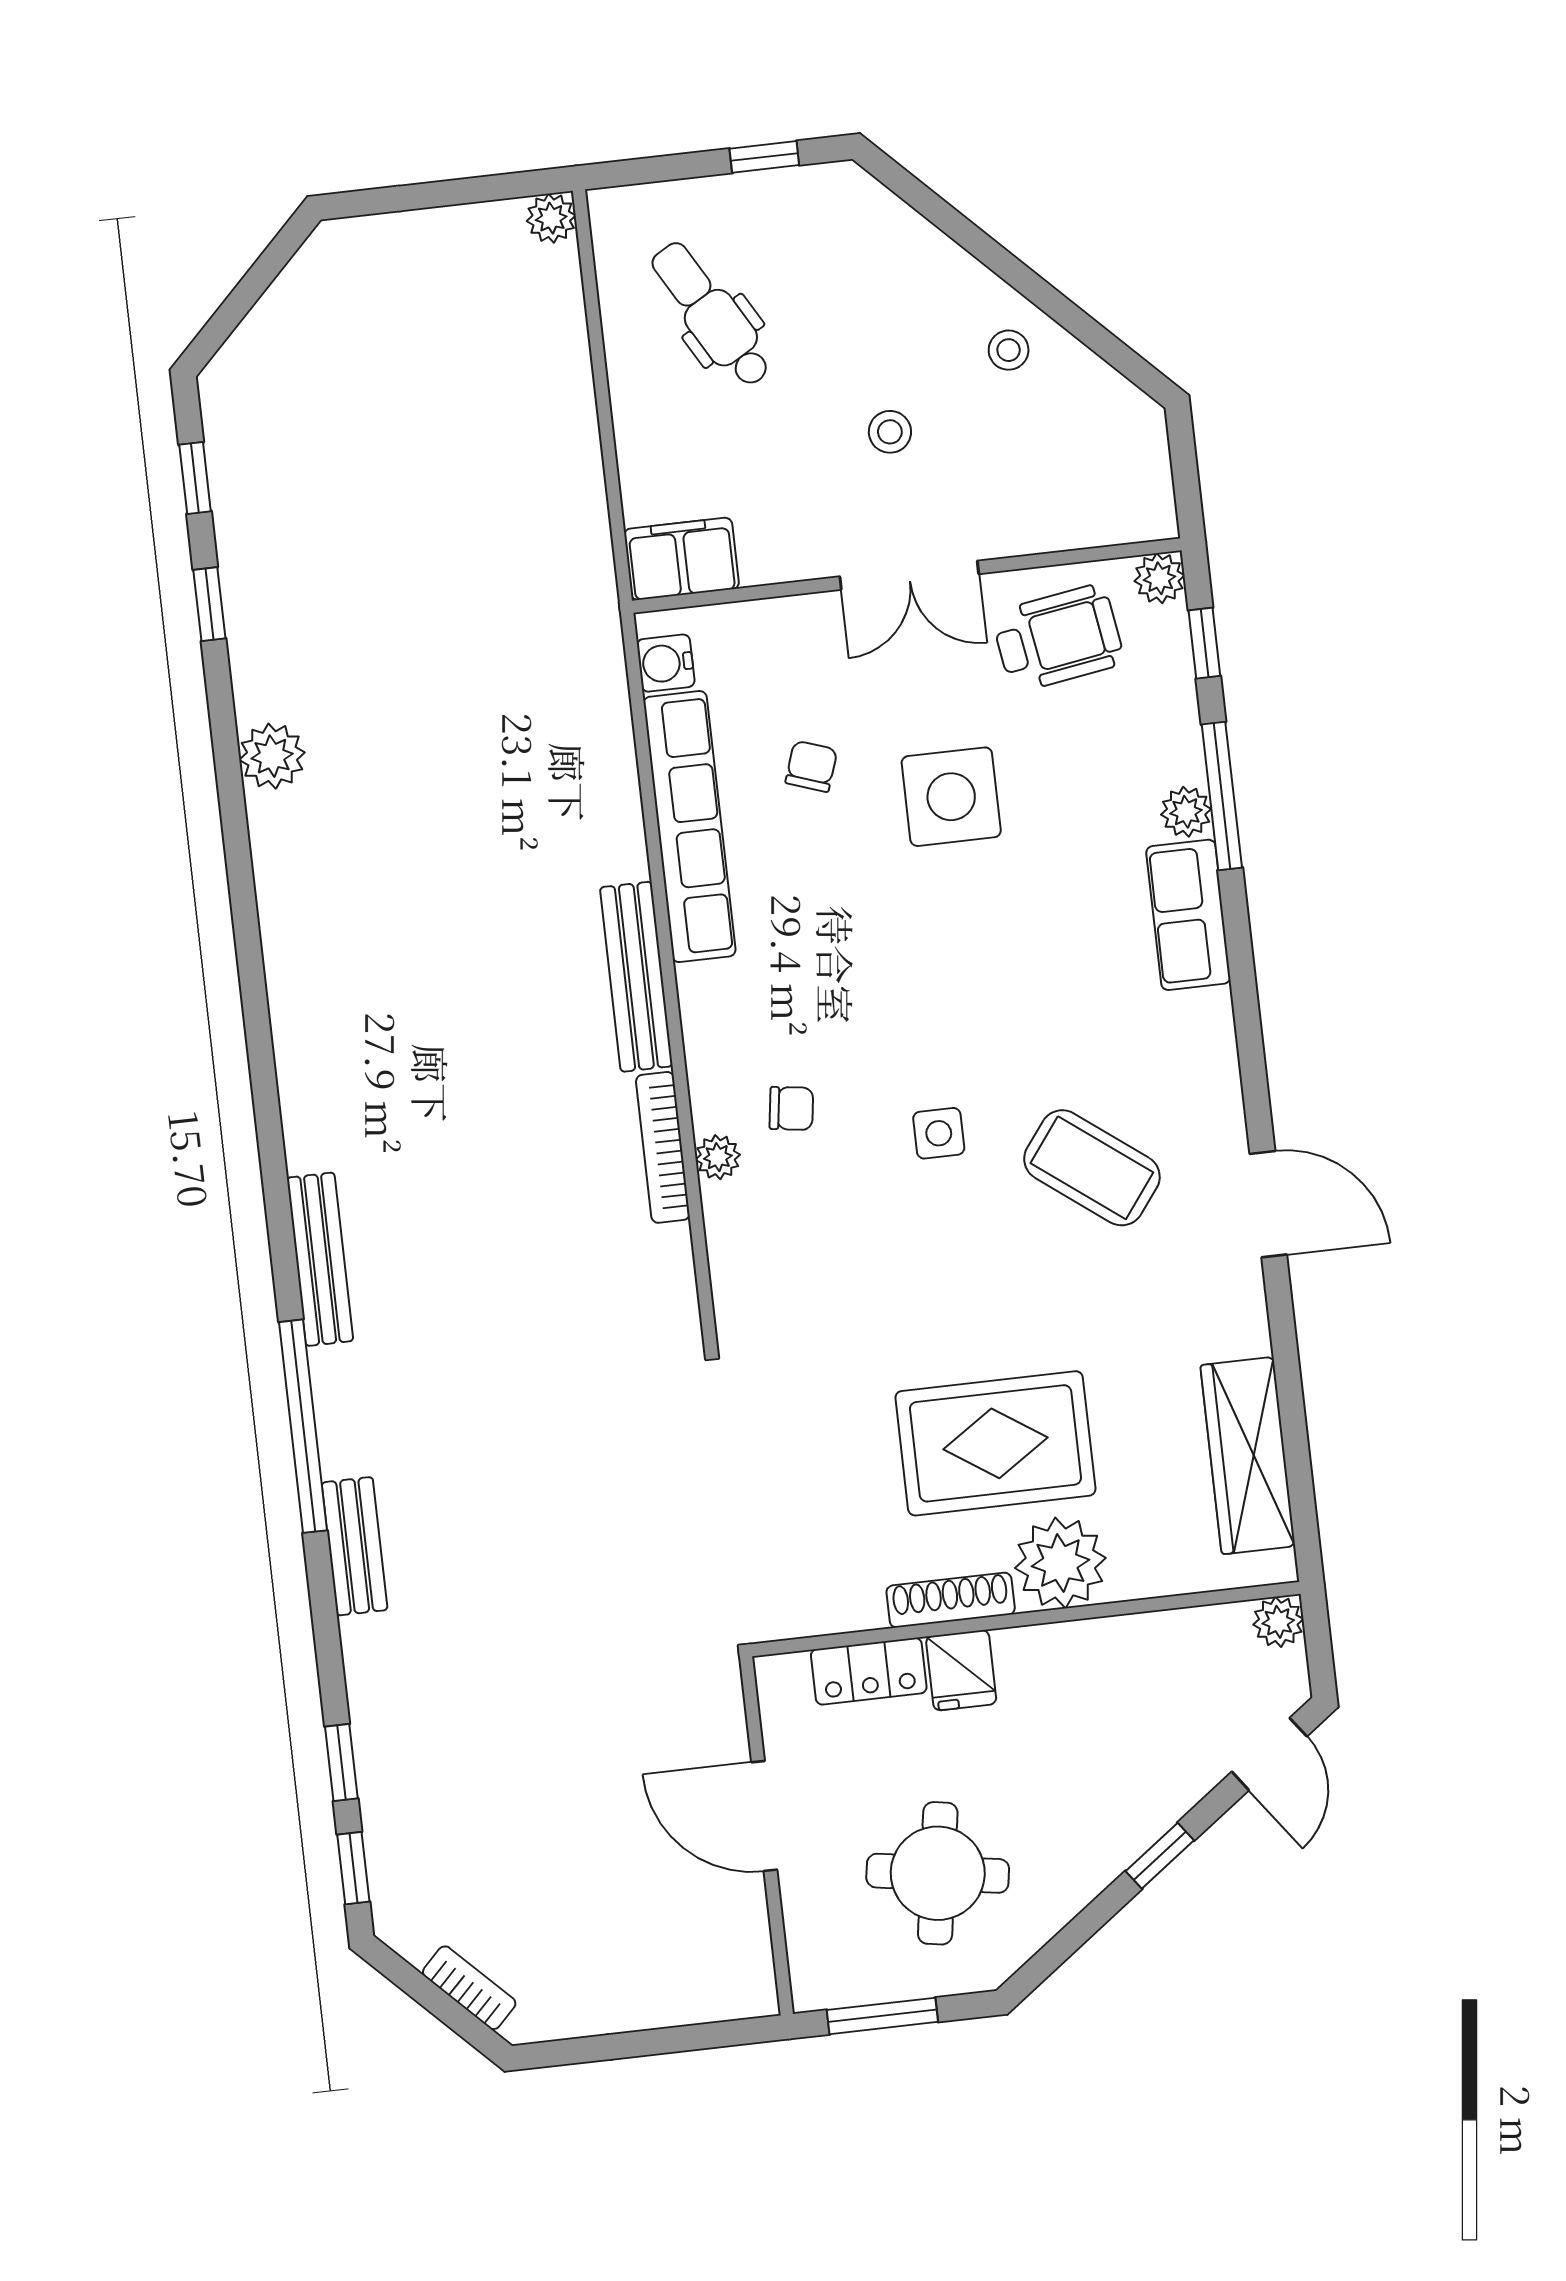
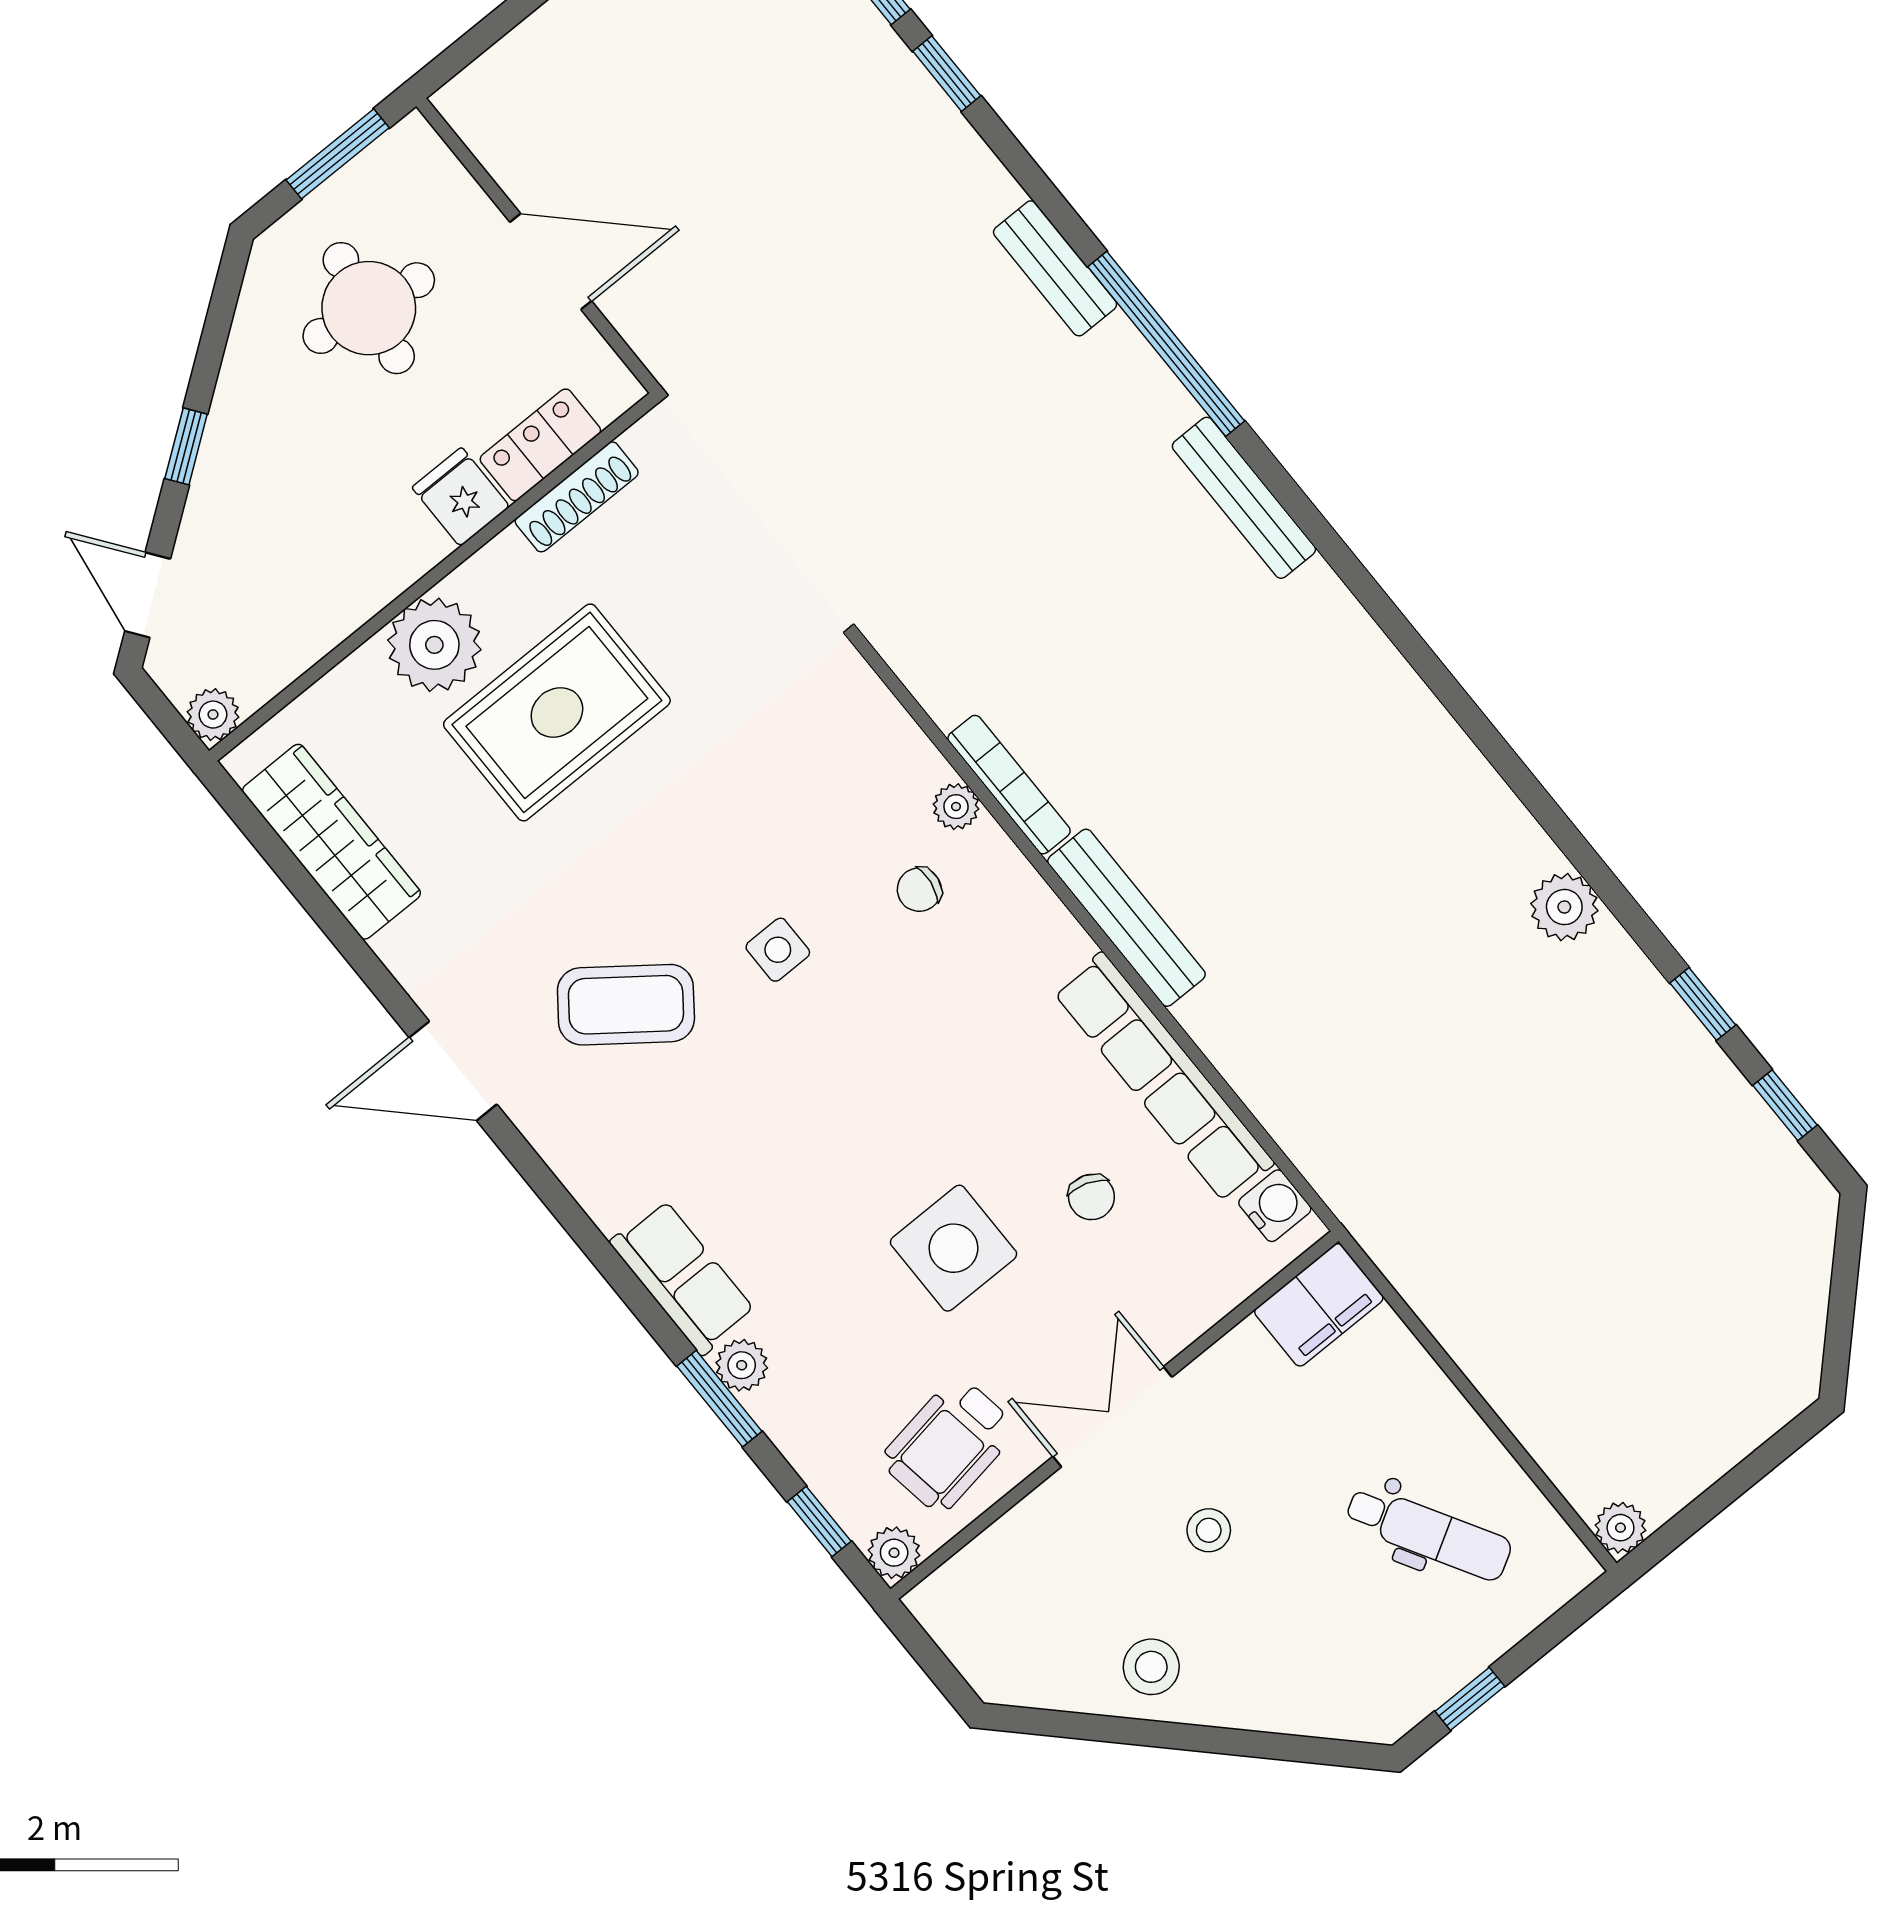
stool: (1009, 350) -> (1151, 1667), width x1.37, depth x1.37
window: (1222, 796) -> (719, 1399), width x0.69
shoe rack: (951, 1600) -> (577, 497), moved

